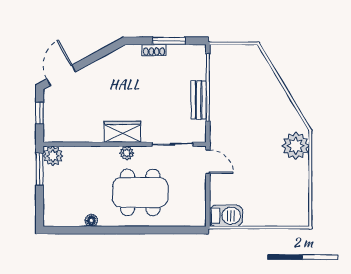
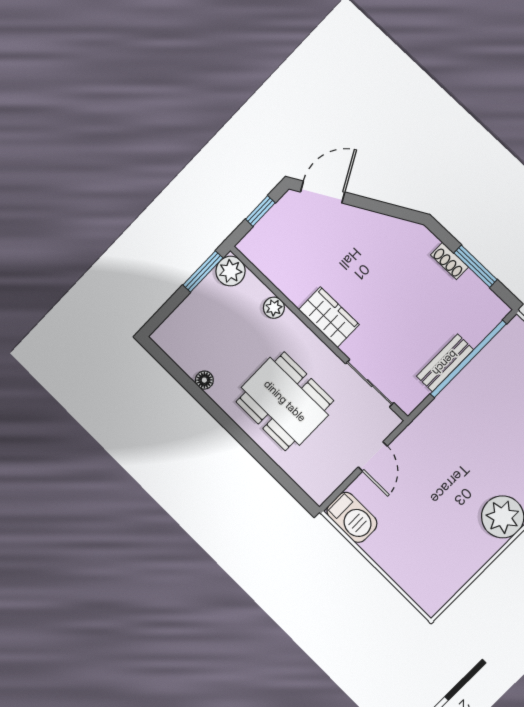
plant: (127, 153) -> (274, 308), moved
door: (208, 162) -> (373, 457), moved

